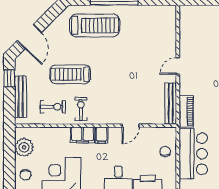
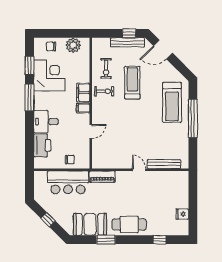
bench: (21, 97) -> (128, 42), moved
bench: (171, 103) -> (164, 164), moved
door: (131, 126) -> (91, 132), swing flipped

